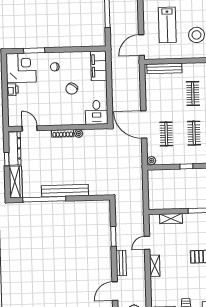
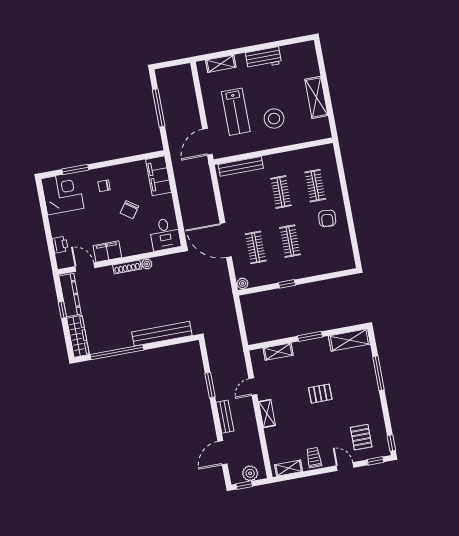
printer: (12, 90) -> (60, 245), moved
filing cabinet: (49, 119) -> (107, 251), added
bench: (65, 191) -> (162, 334), moved

